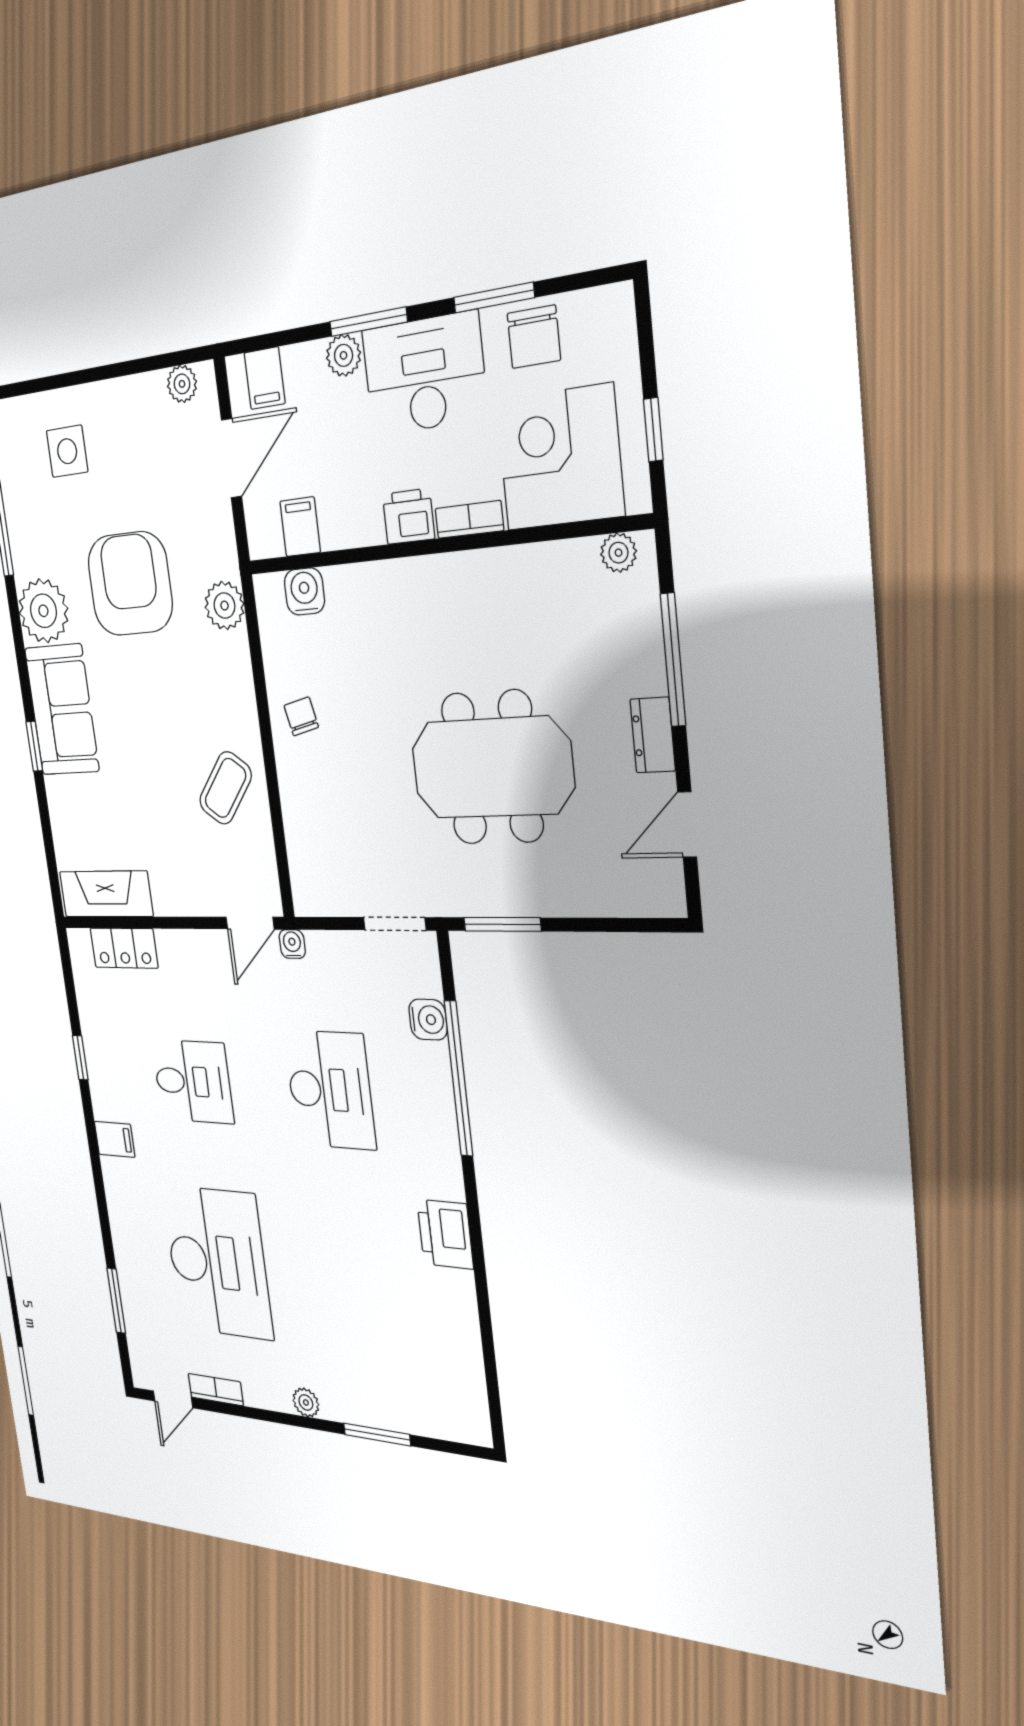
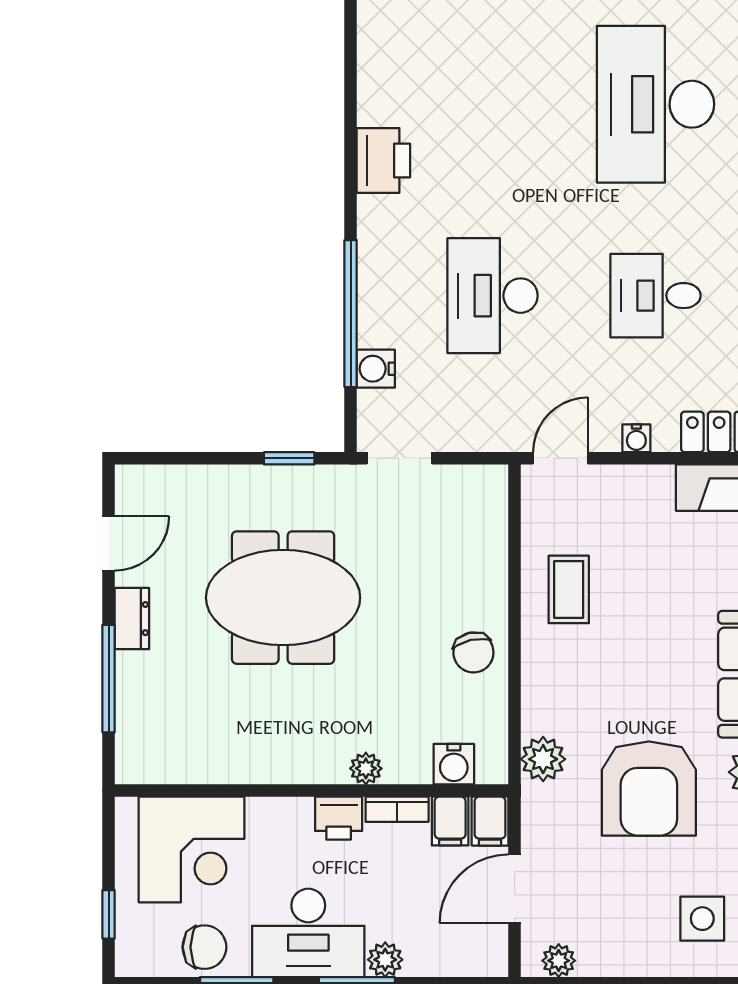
chair: (534, 337) -> (204, 947), turned 90
filing cabinet: (265, 378) -> (490, 821), moved, turned 180
window: (653, 430) -> (109, 914), moved
bookcase: (469, 519) -> (397, 809), moved
plant: (618, 553) -> (366, 768), moved
chair: (301, 716) -> (473, 652), width x1.37, depth x1.37
coffee table: (225, 788) -> (569, 589), turned -37
window: (502, 924) -> (289, 458), width x0.67
water cooler: (292, 944) -> (636, 438), moved

